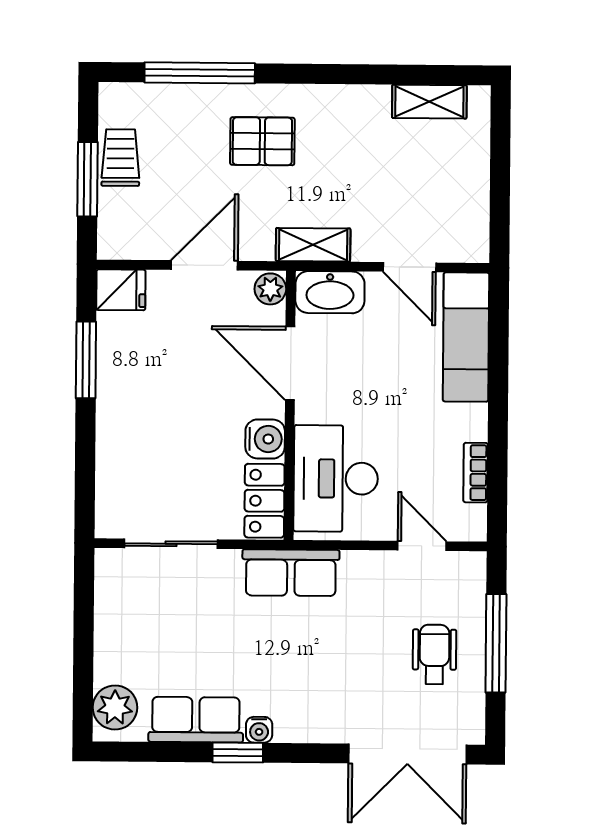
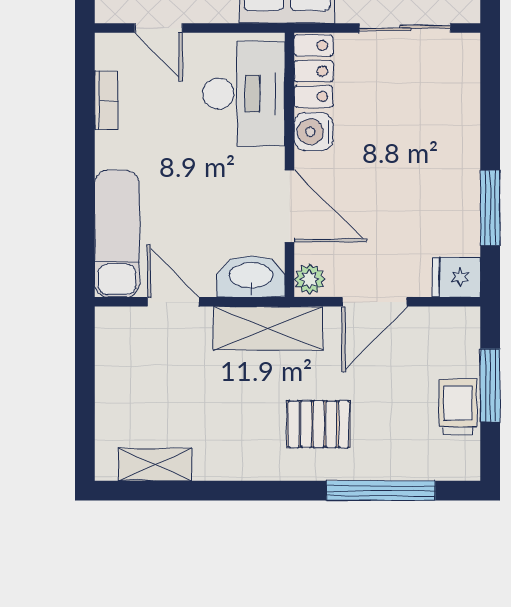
trolley: (120, 158) -> (458, 407), turned 180
shelving: (313, 245) -> (268, 328), width x1.50, depth x1.33

